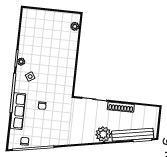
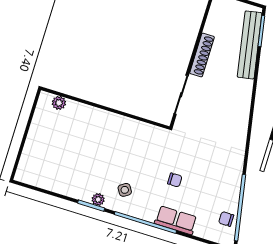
row of seats: (18, 111) -> (176, 220), width x0.68
plant: (103, 134) -> (240, 91), removed

